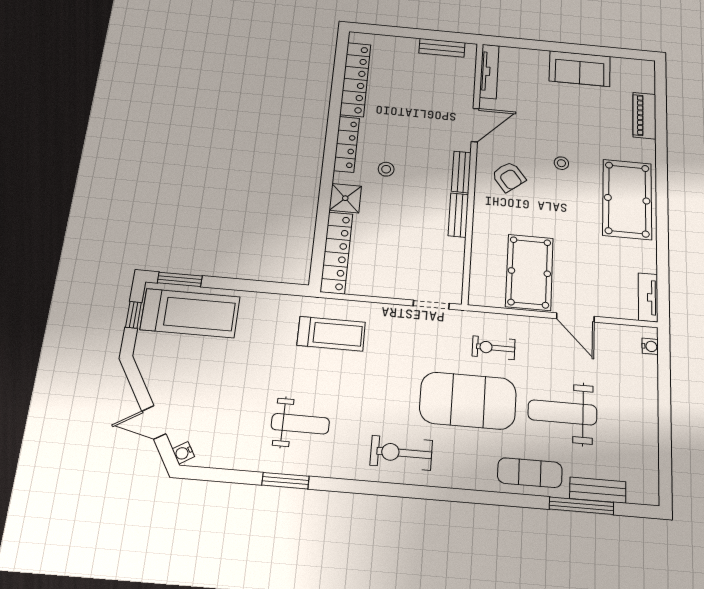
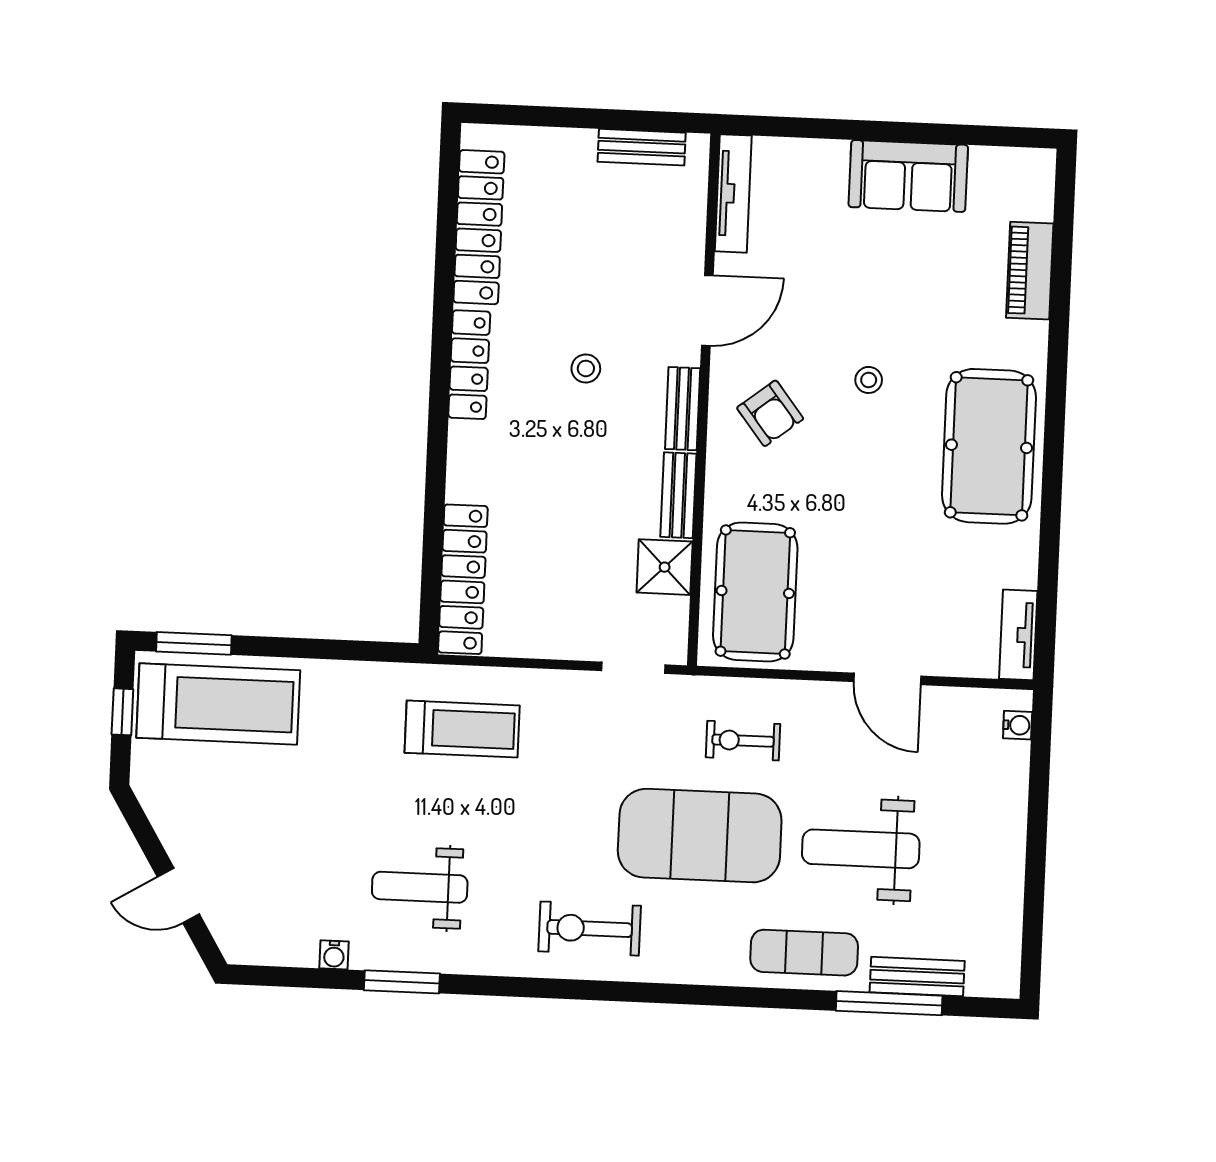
stool: (386, 169) -> (586, 368), moved
shower: (345, 198) -> (665, 567), moved
pool table: (529, 272) -> (755, 592), moved
weight bench: (300, 424) -> (420, 887), turned 180
water cooler: (183, 453) -> (334, 955), moved, turned -59

